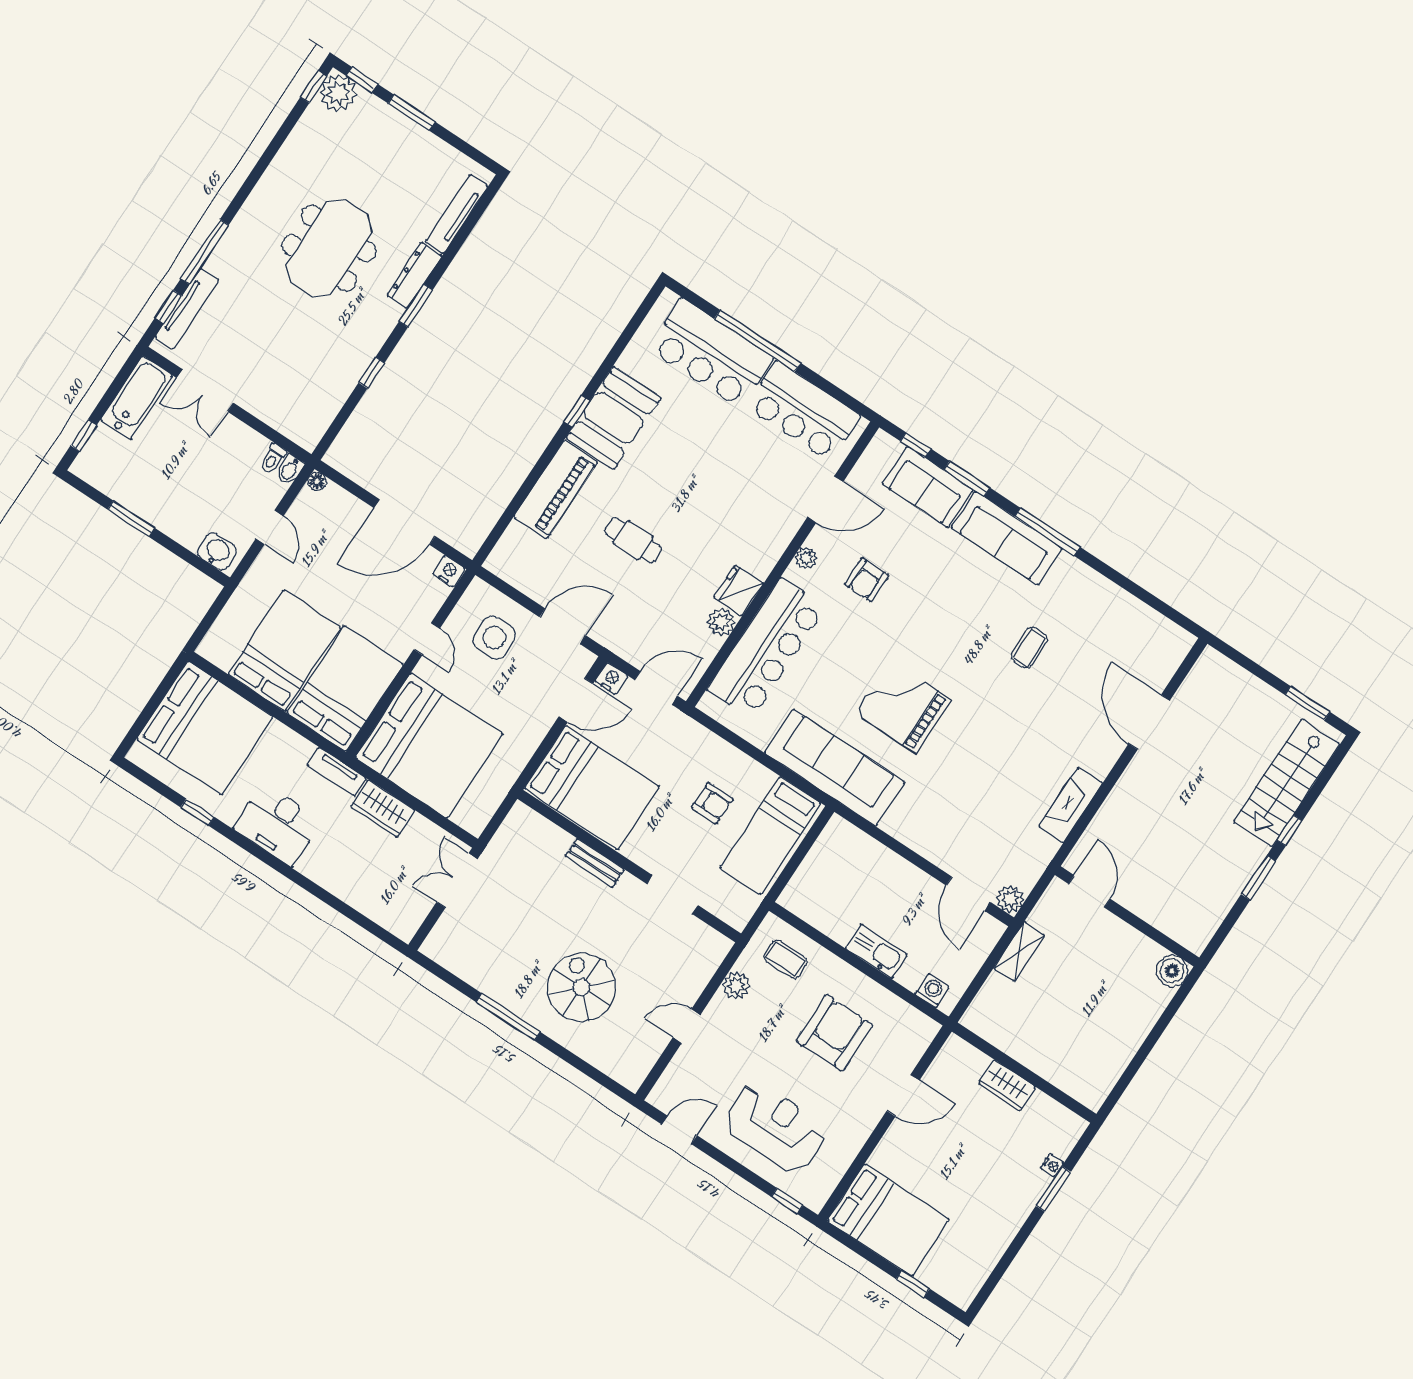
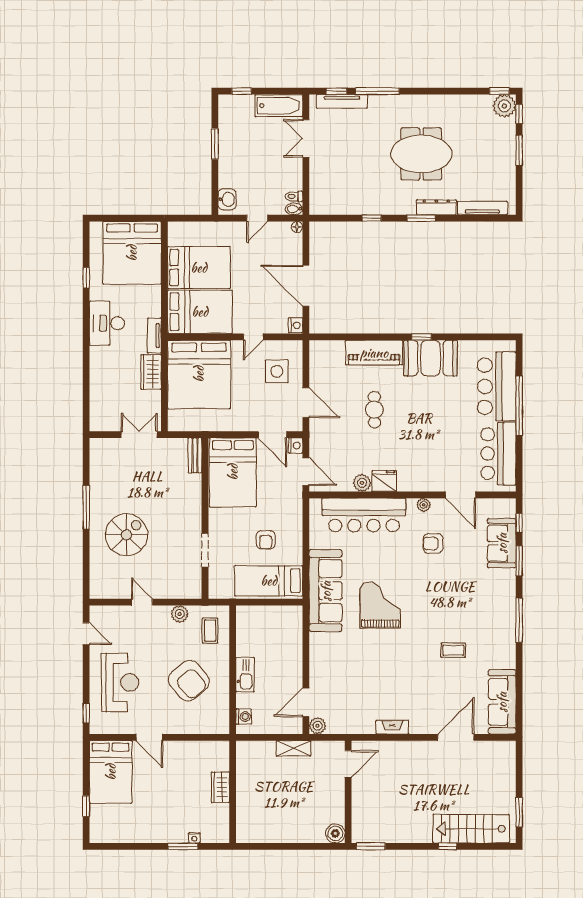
sofa: (1007, 538) -> (502, 702), moved
fireplace: (1071, 805) -> (392, 727), width x0.73, depth x0.76
bench: (595, 863) -> (195, 455), moved
window: (1258, 878) -> (371, 846), moved
armchair: (834, 1033) -> (189, 681), turned 50
door: (903, 1096) -> (149, 737), moved

